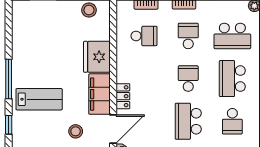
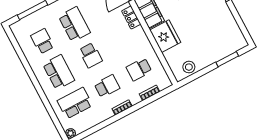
school desk: (188, 36) -> (107, 86), turned -90

